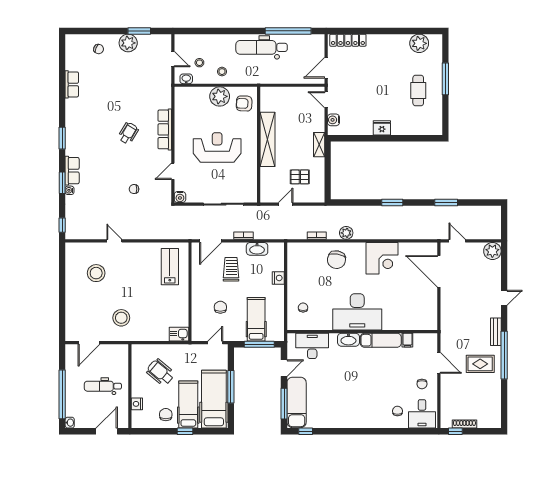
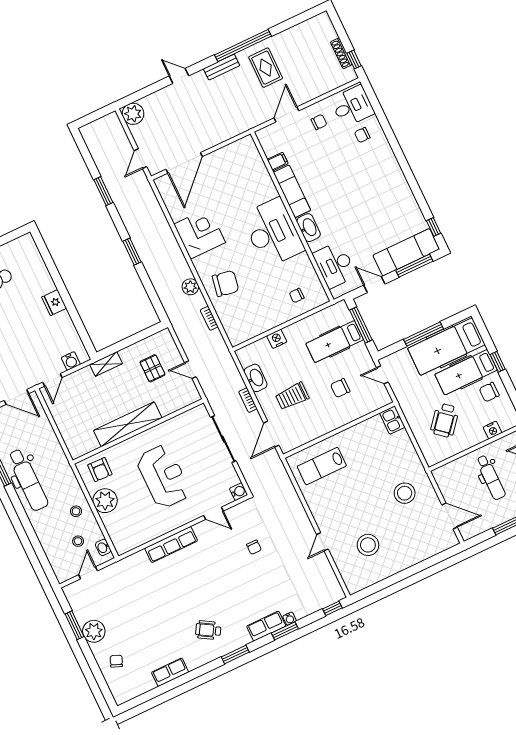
wheelchair: (128, 133) -> (208, 630), moved
reception desk: (217, 147) -> (163, 476), turned 180
door: (211, 241) -> (271, 434), swing flipped

